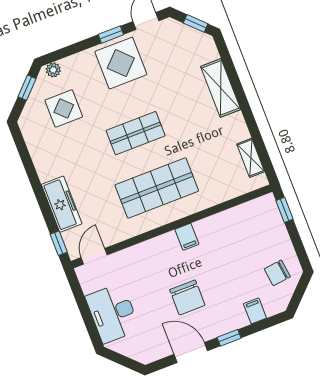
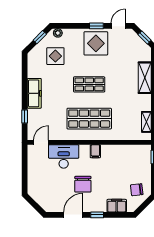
freezer: (62, 204) -> (34, 93), moved
window: (59, 243) -> (25, 117), moved
filing cabinet: (255, 311) -> (117, 206), width x2.00
desk: (113, 313) -> (64, 156), moved, turned 90
door: (191, 353) -> (73, 215), hinge flipped

